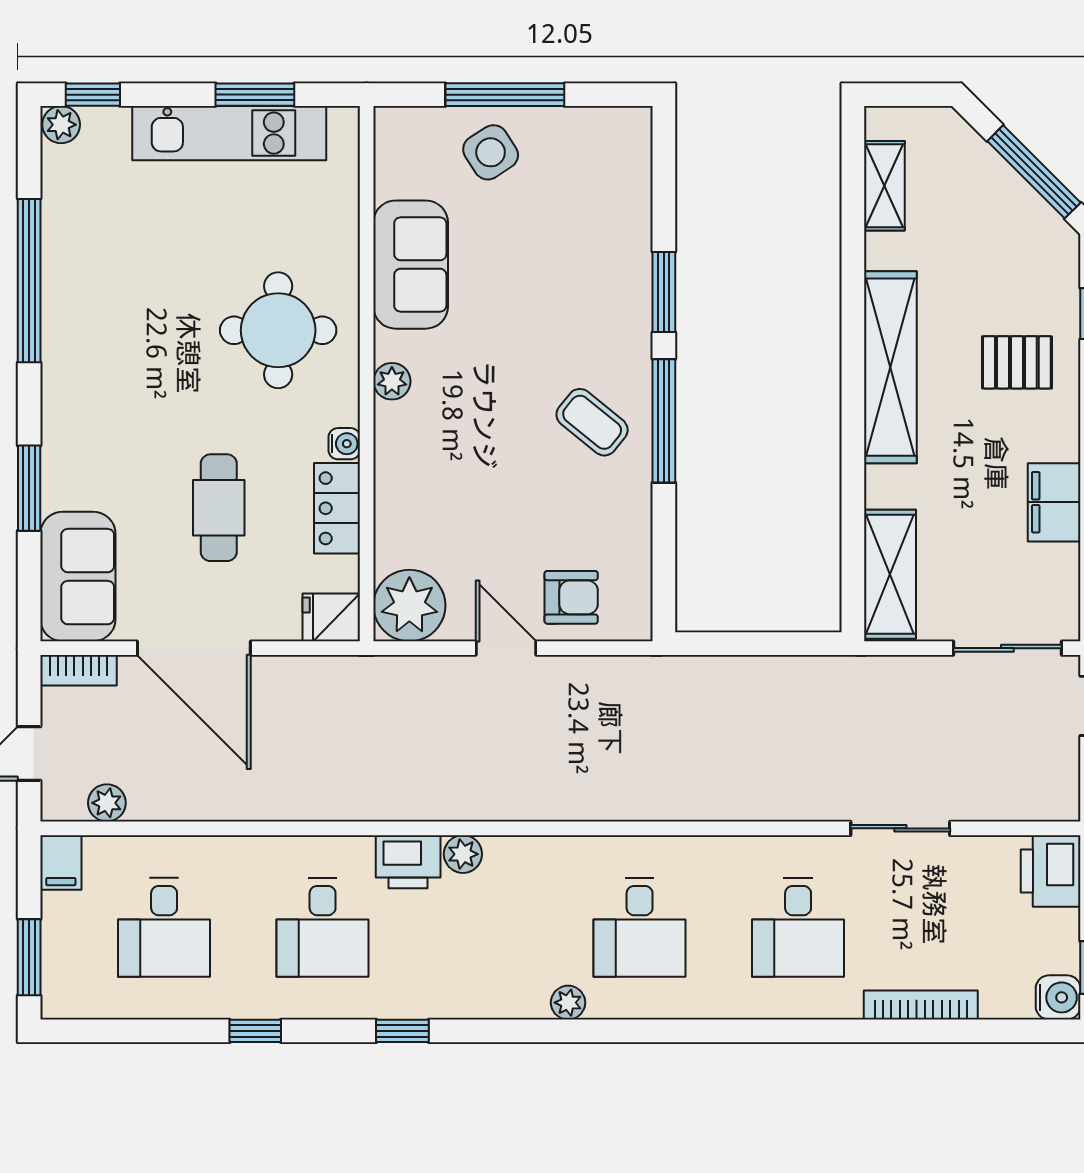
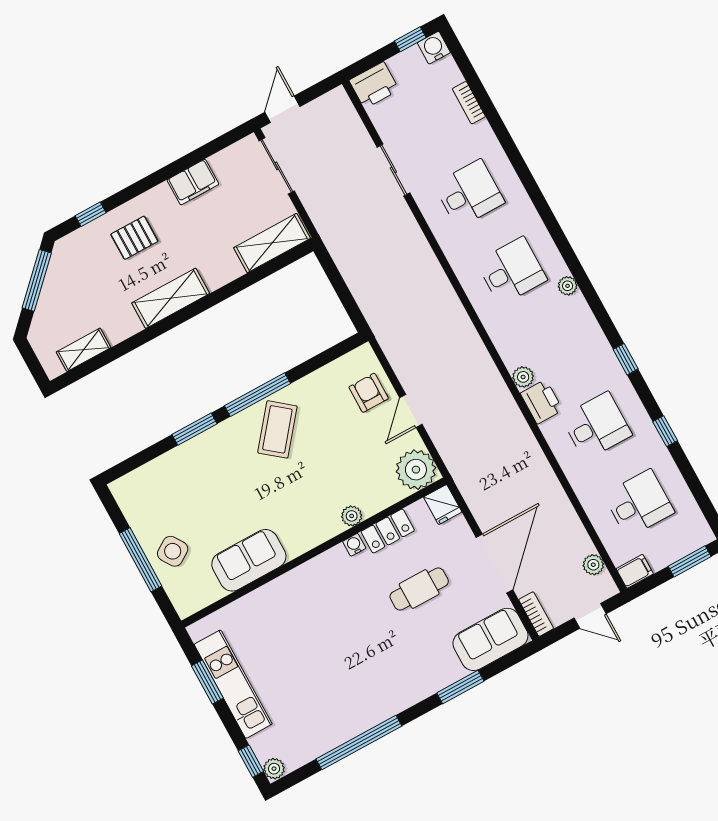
round table: (278, 330) -> (316, 607), removed
pallet: (1017, 362) -> (134, 238), turned 90
shelving: (890, 367) -> (171, 298), width x0.68
plant: (392, 381) -> (352, 516), moved
coffee table: (592, 422) -> (277, 429), width x1.36, depth x1.30
bookcase: (921, 1005) -> (469, 103), width x0.64

